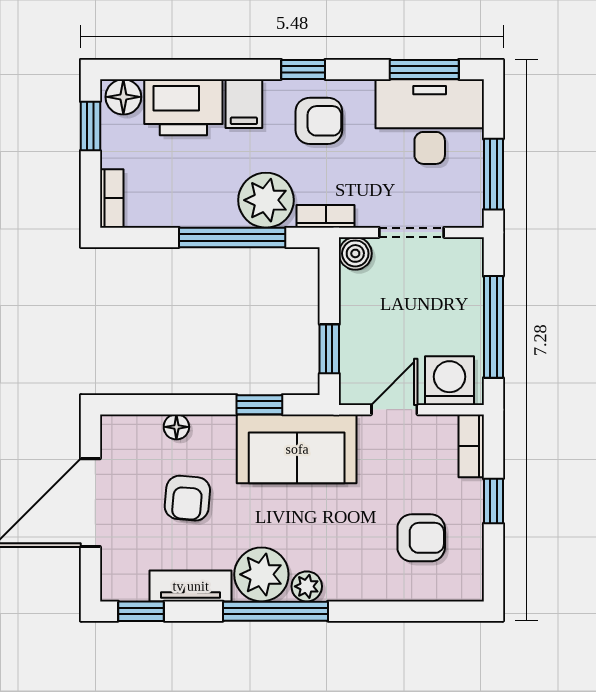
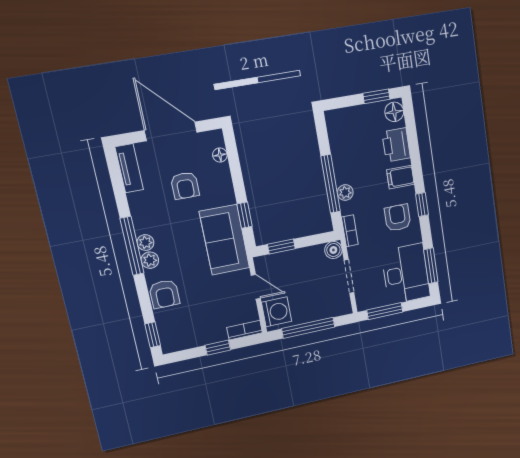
printer: (183, 107) -> (396, 145), width x0.73, depth x0.84
armchair: (319, 121) -> (398, 218), turned 180
bookcase: (112, 198) -> (340, 115), removed
plant: (266, 200) -> (345, 193), width x0.53, depth x0.53
floor lamp: (176, 427) -> (220, 155), moved
armchair: (187, 498) -> (185, 186), turned -95
armchair: (421, 538) -> (164, 294), moved
plant: (261, 574) -> (145, 243), width x0.53, depth x0.53
tv unit: (191, 586) -> (129, 168), moved
window: (141, 611) -> (153, 335), moved

